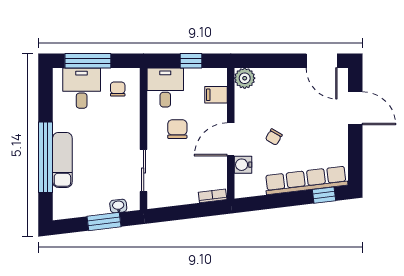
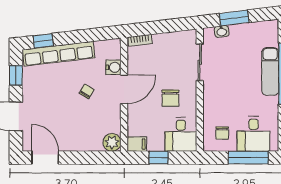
filing cabinet: (216, 95) -> (137, 144), moved
window: (355, 155) -> (16, 75), added

